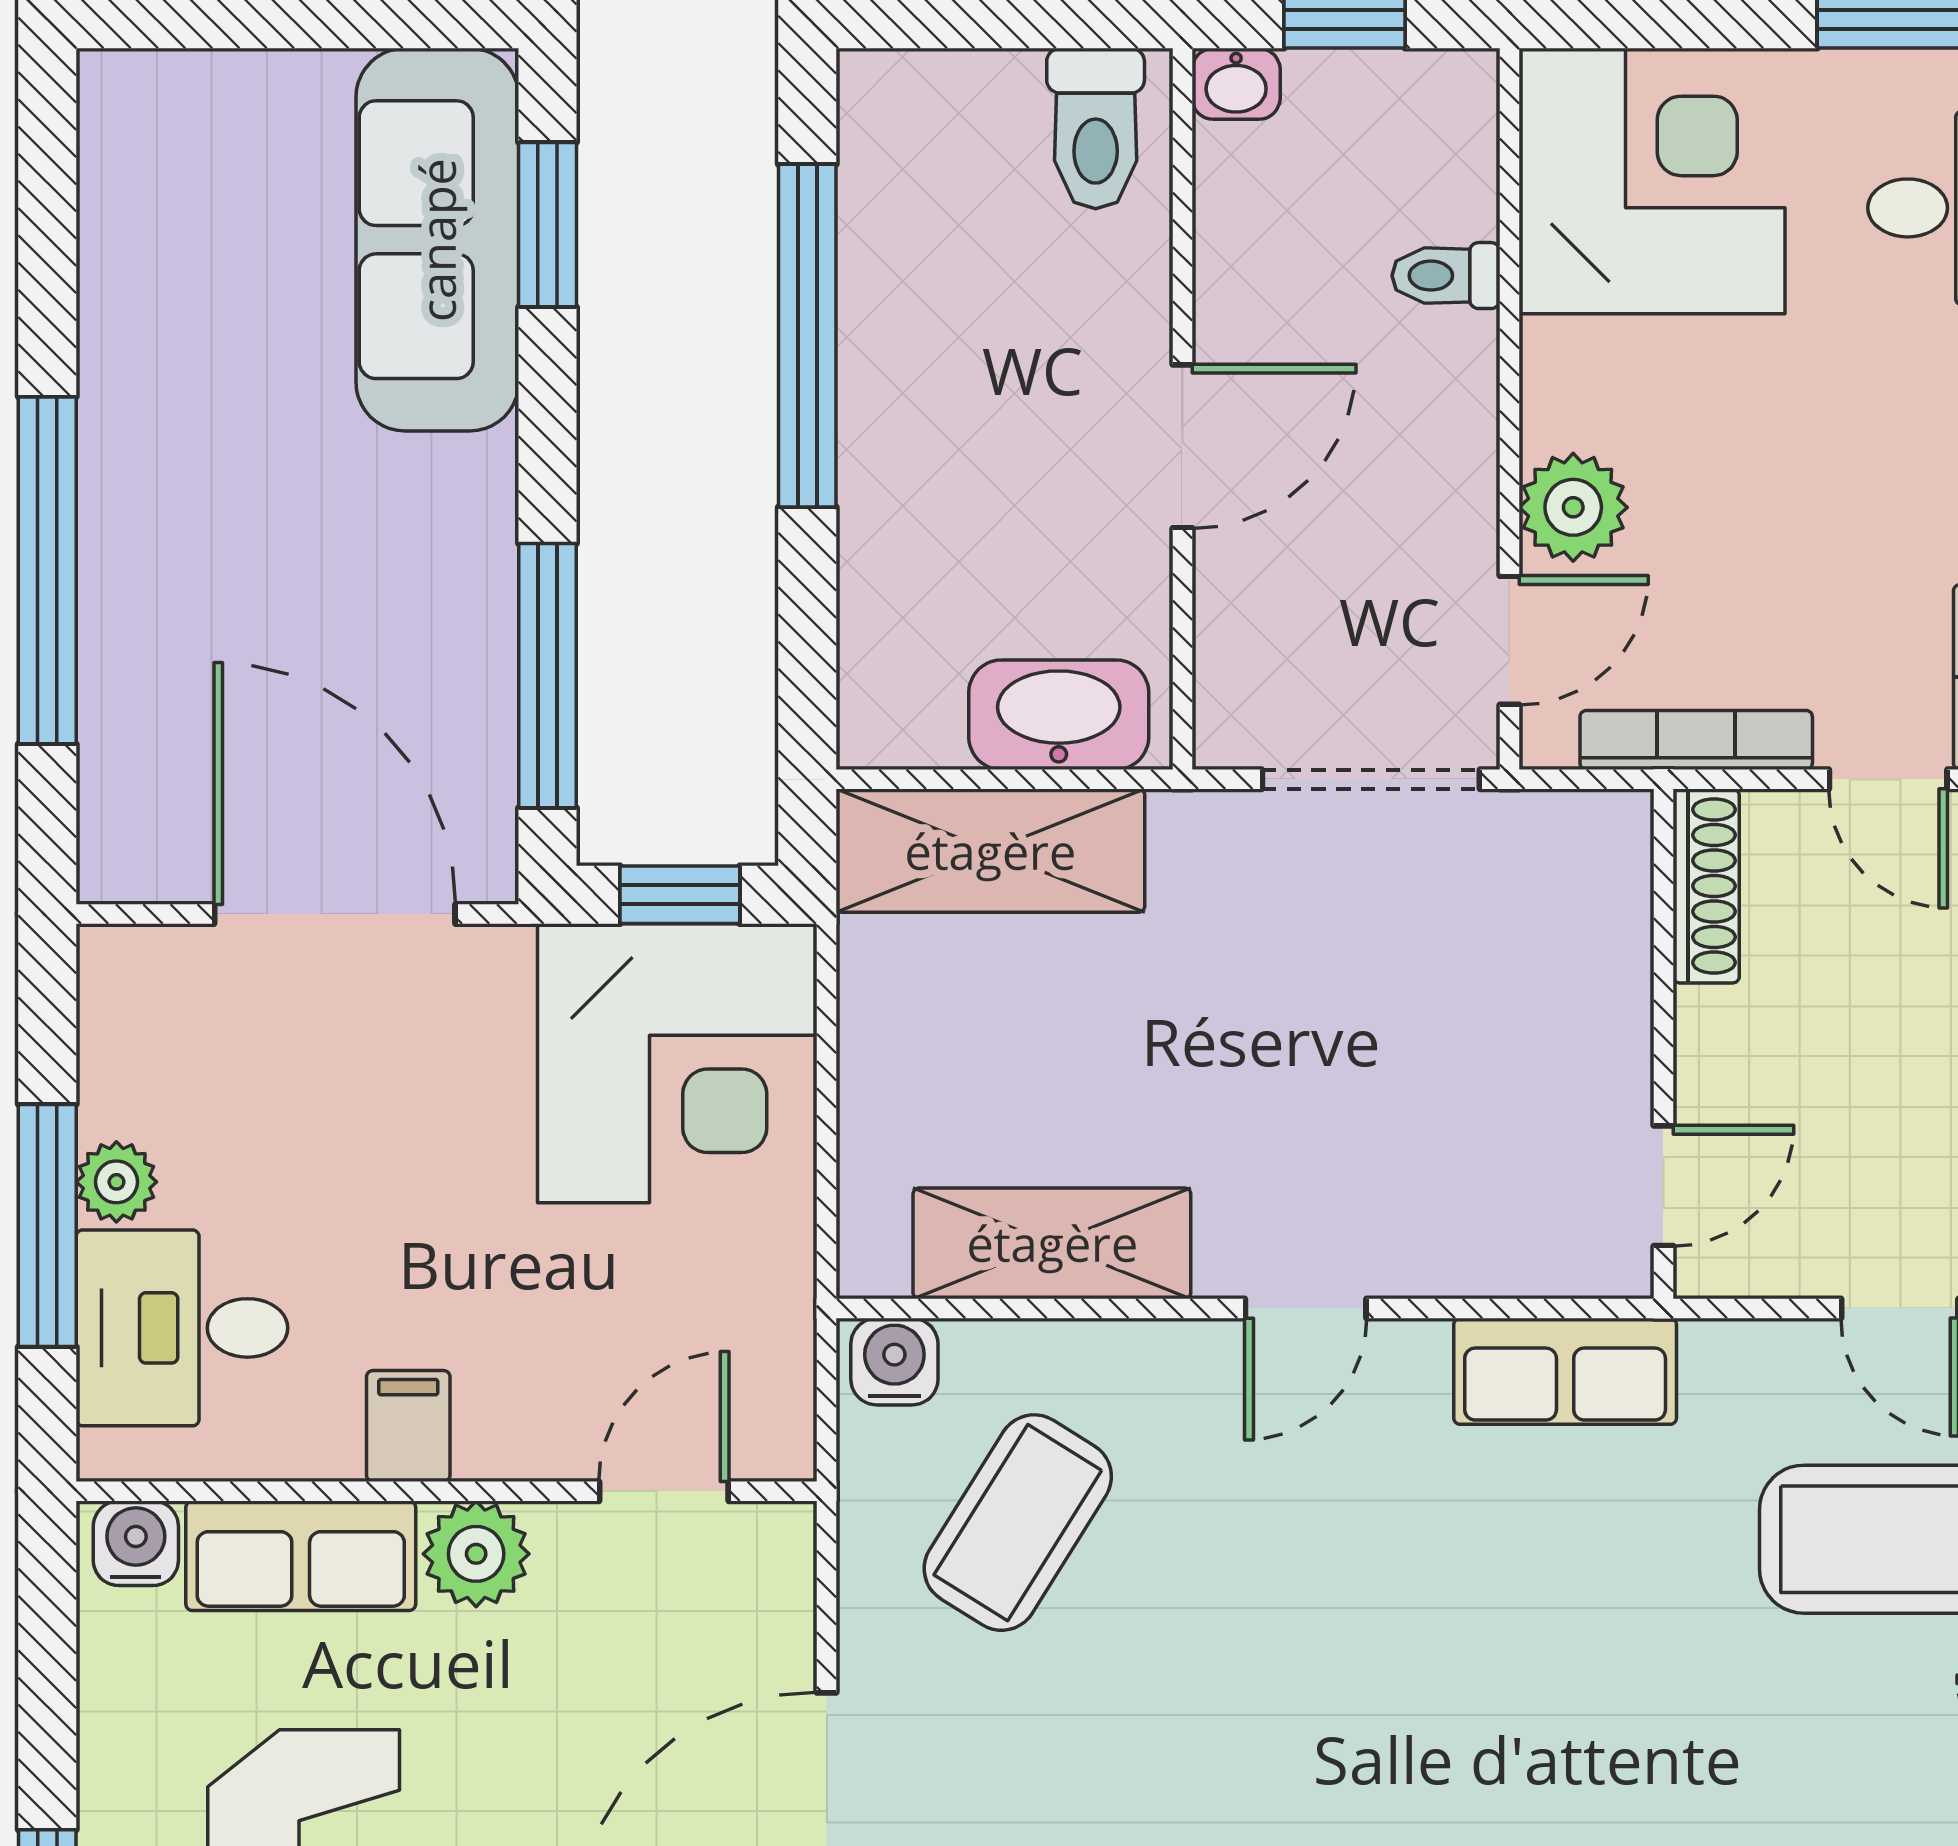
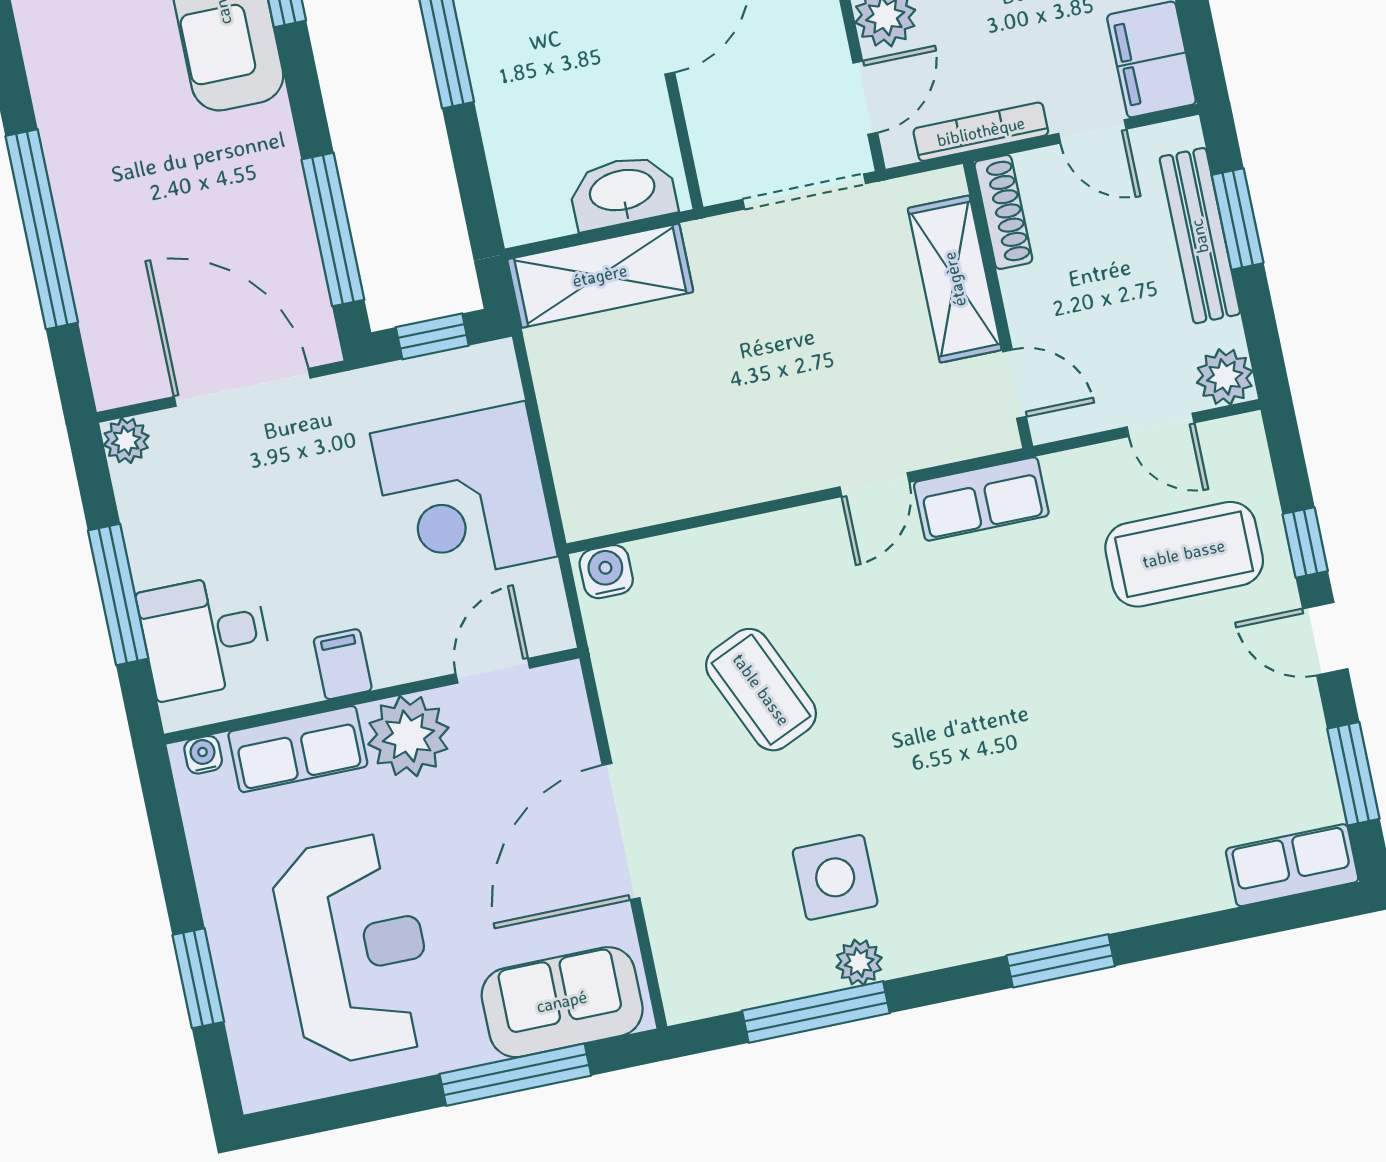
corner desk: (677, 1063) -> (464, 495), moved, turned 90
plant: (116, 1182) -> (126, 441), moved
door: (1663, 1186) -> (1015, 384), hinge flipped
shelving: (1052, 1243) -> (955, 279), moved, turned 90
door: (1306, 1308) -> (875, 485), moved
coffee table: (1018, 1523) -> (761, 690), moved, turned -56
water cooler: (136, 1543) -> (203, 755), width x0.72, depth x0.72
plant: (476, 1554) -> (408, 736), width x1.36, depth x1.36

